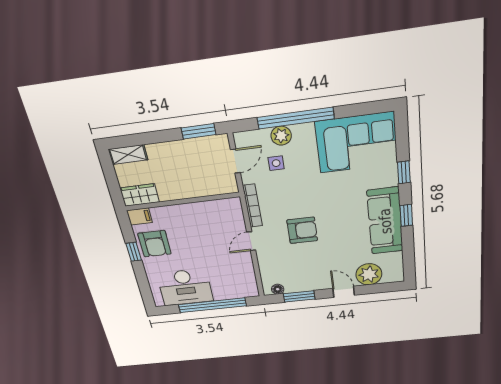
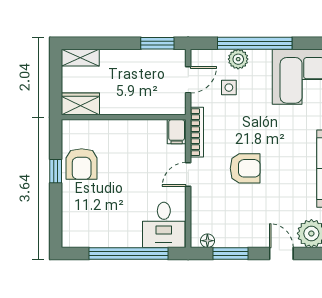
filing cabinet: (139, 216) -> (177, 132), moved, turned 90
desk: (185, 287) -> (164, 225), moved, width x0.73

